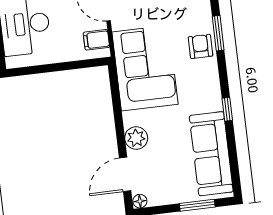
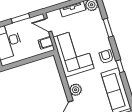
armchair: (201, 46) -> (106, 57), moved

